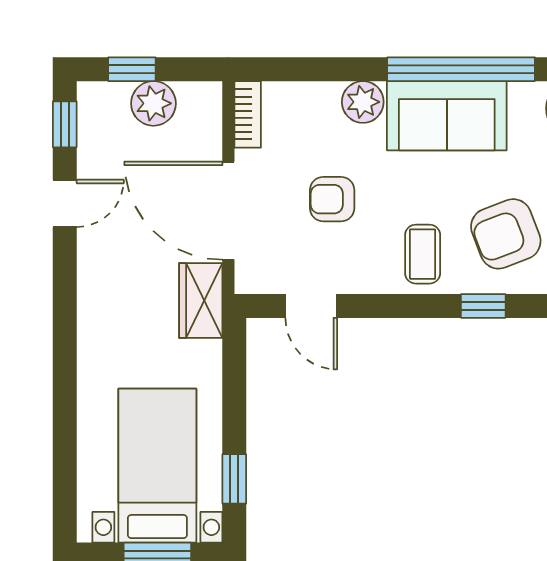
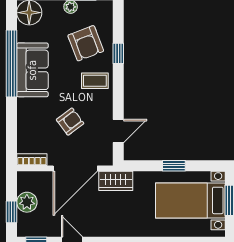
plant: (363, 102) -> (26, 108), removed
armchair: (332, 199) -> (70, 122), turned -127
window: (234, 479) -> (174, 166), moved

